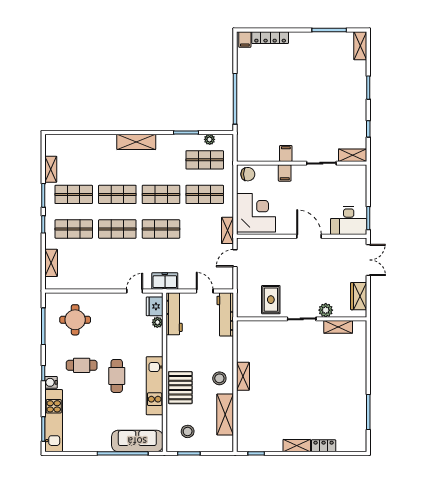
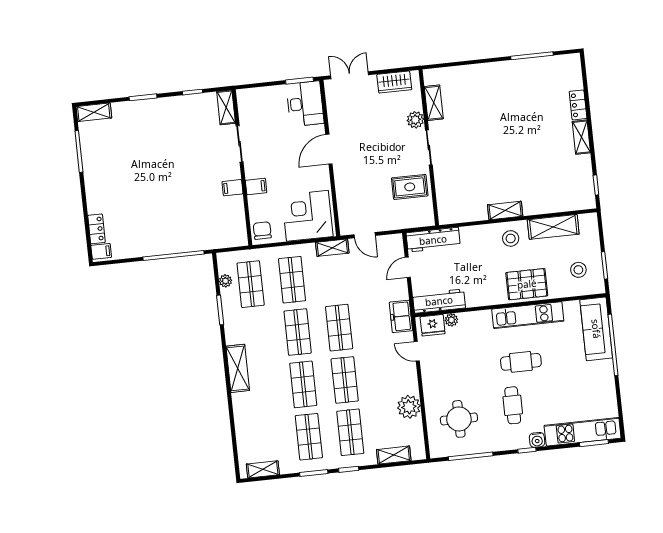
locker: (270, 38) -> (96, 229), width x0.66
shelving: (51, 169) -> (263, 469), moved
plant: (89, 280) -> (409, 407), added

